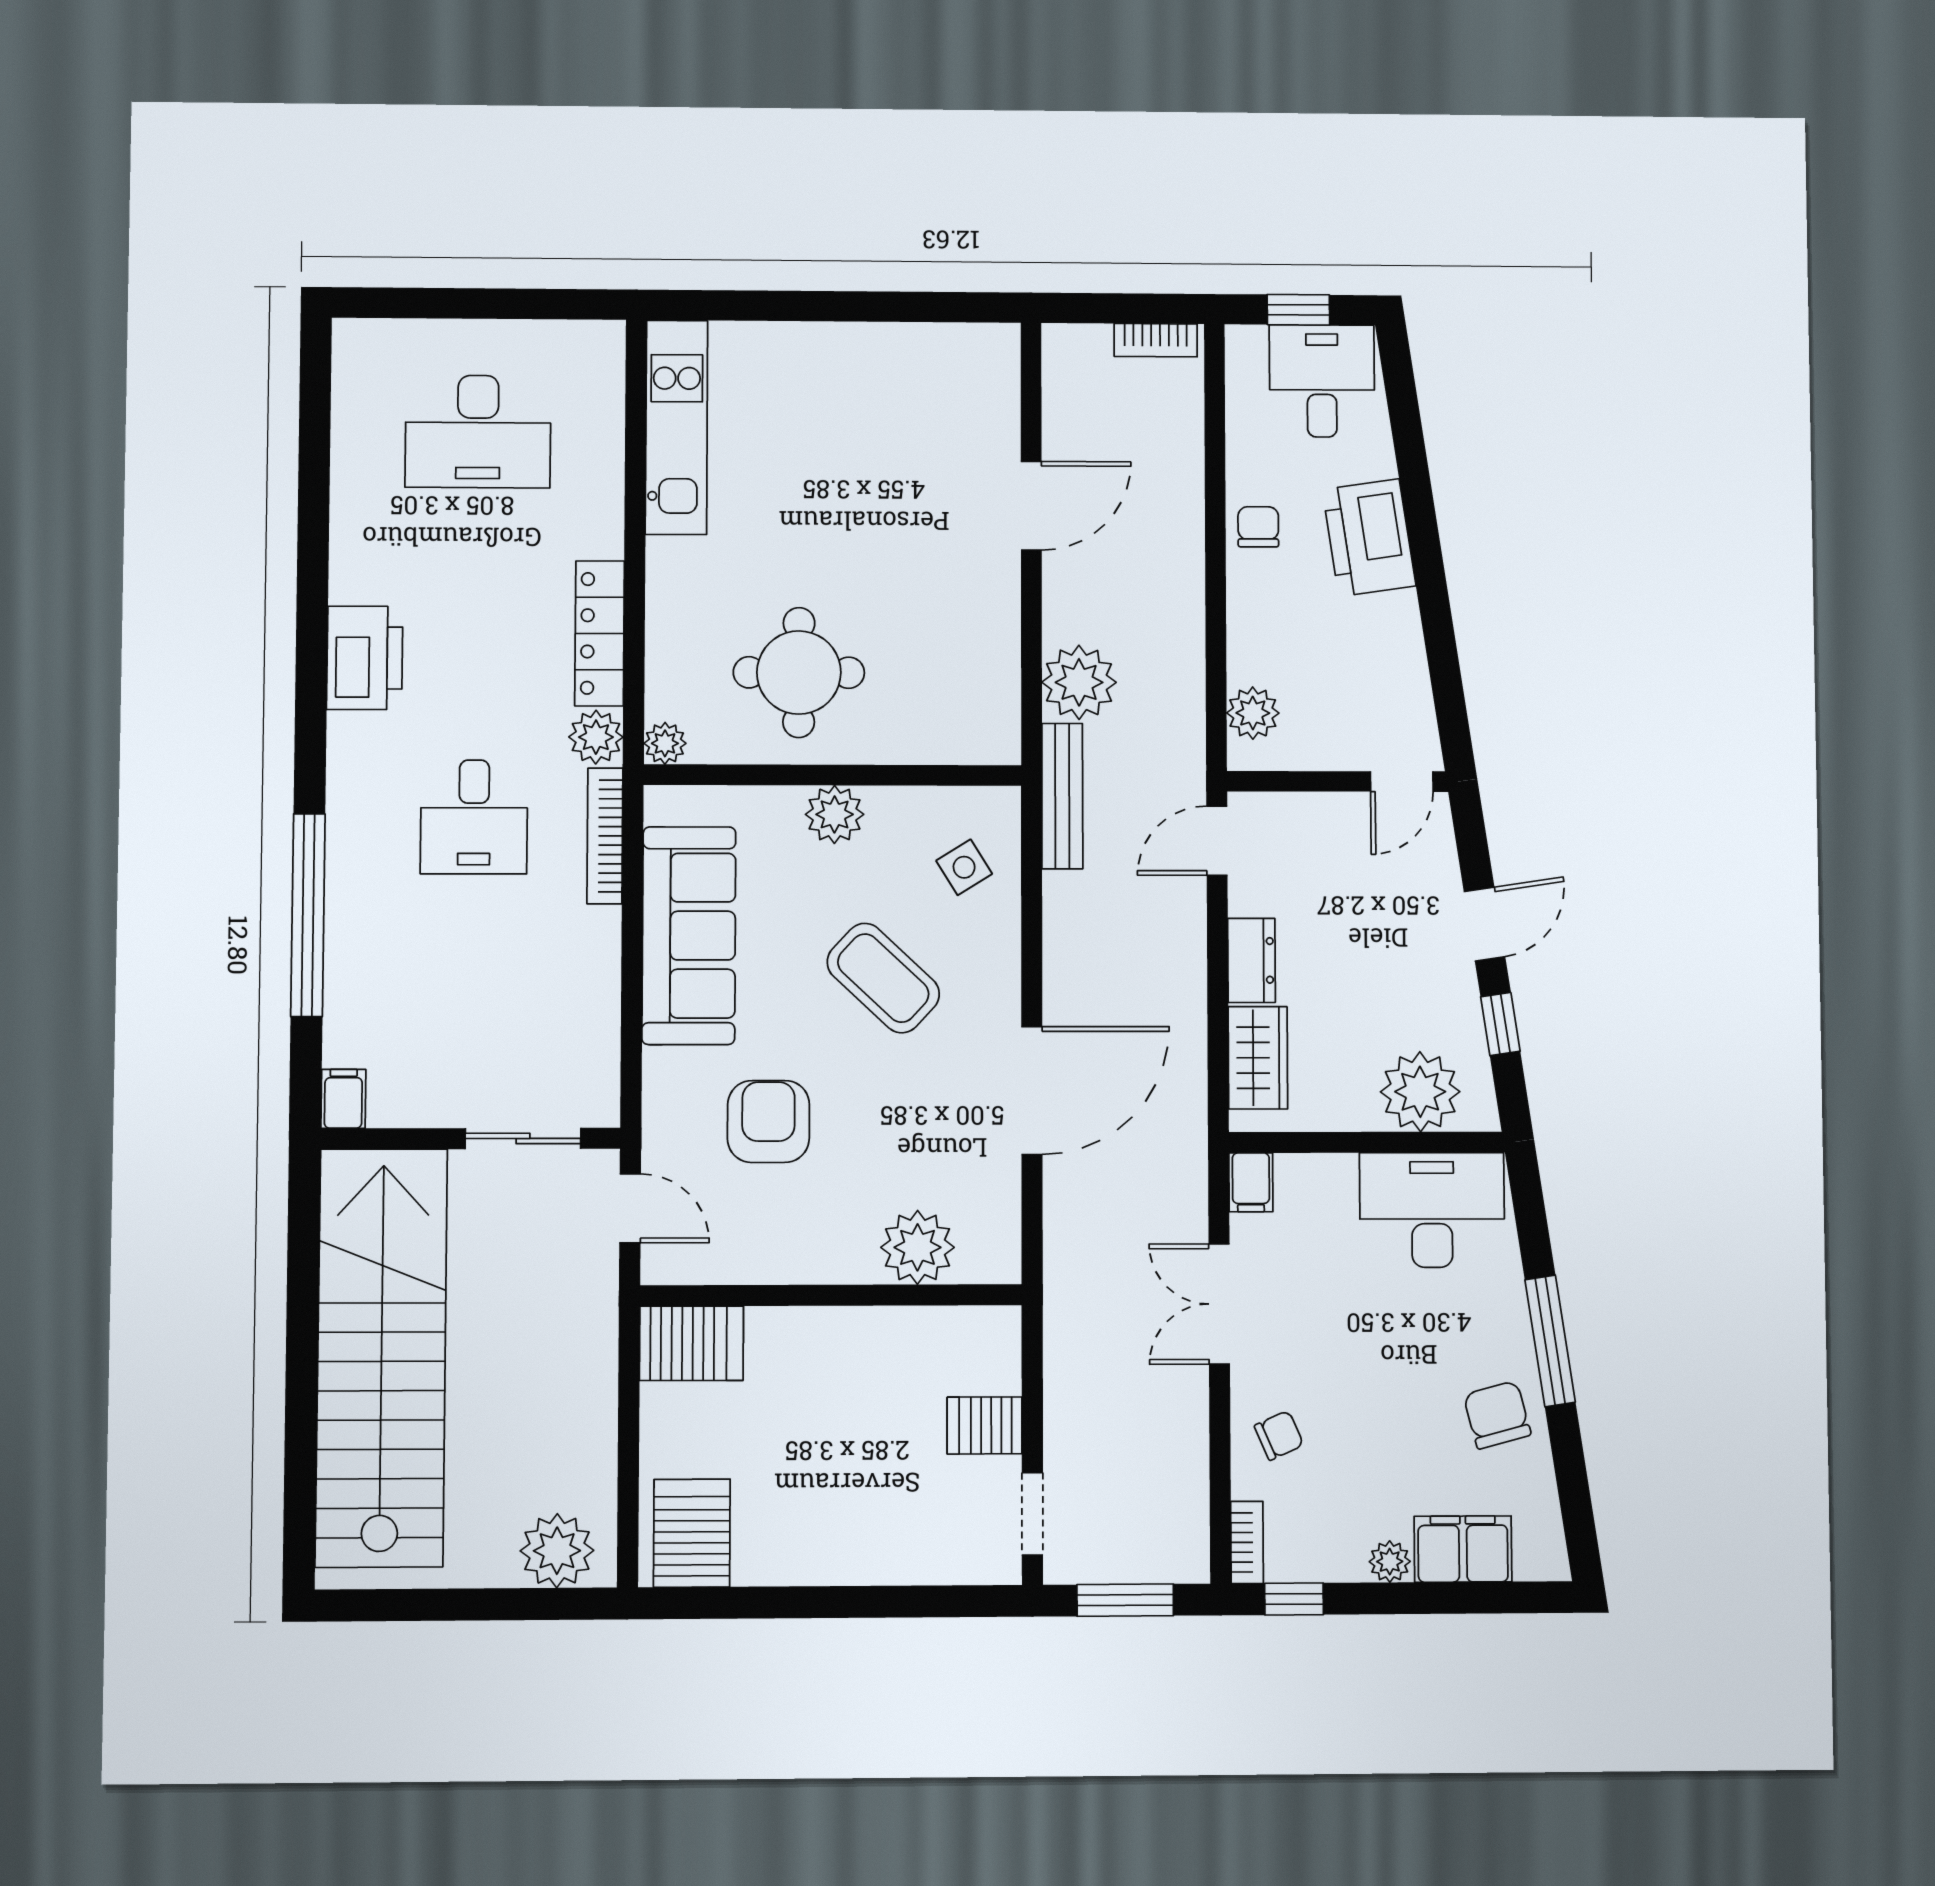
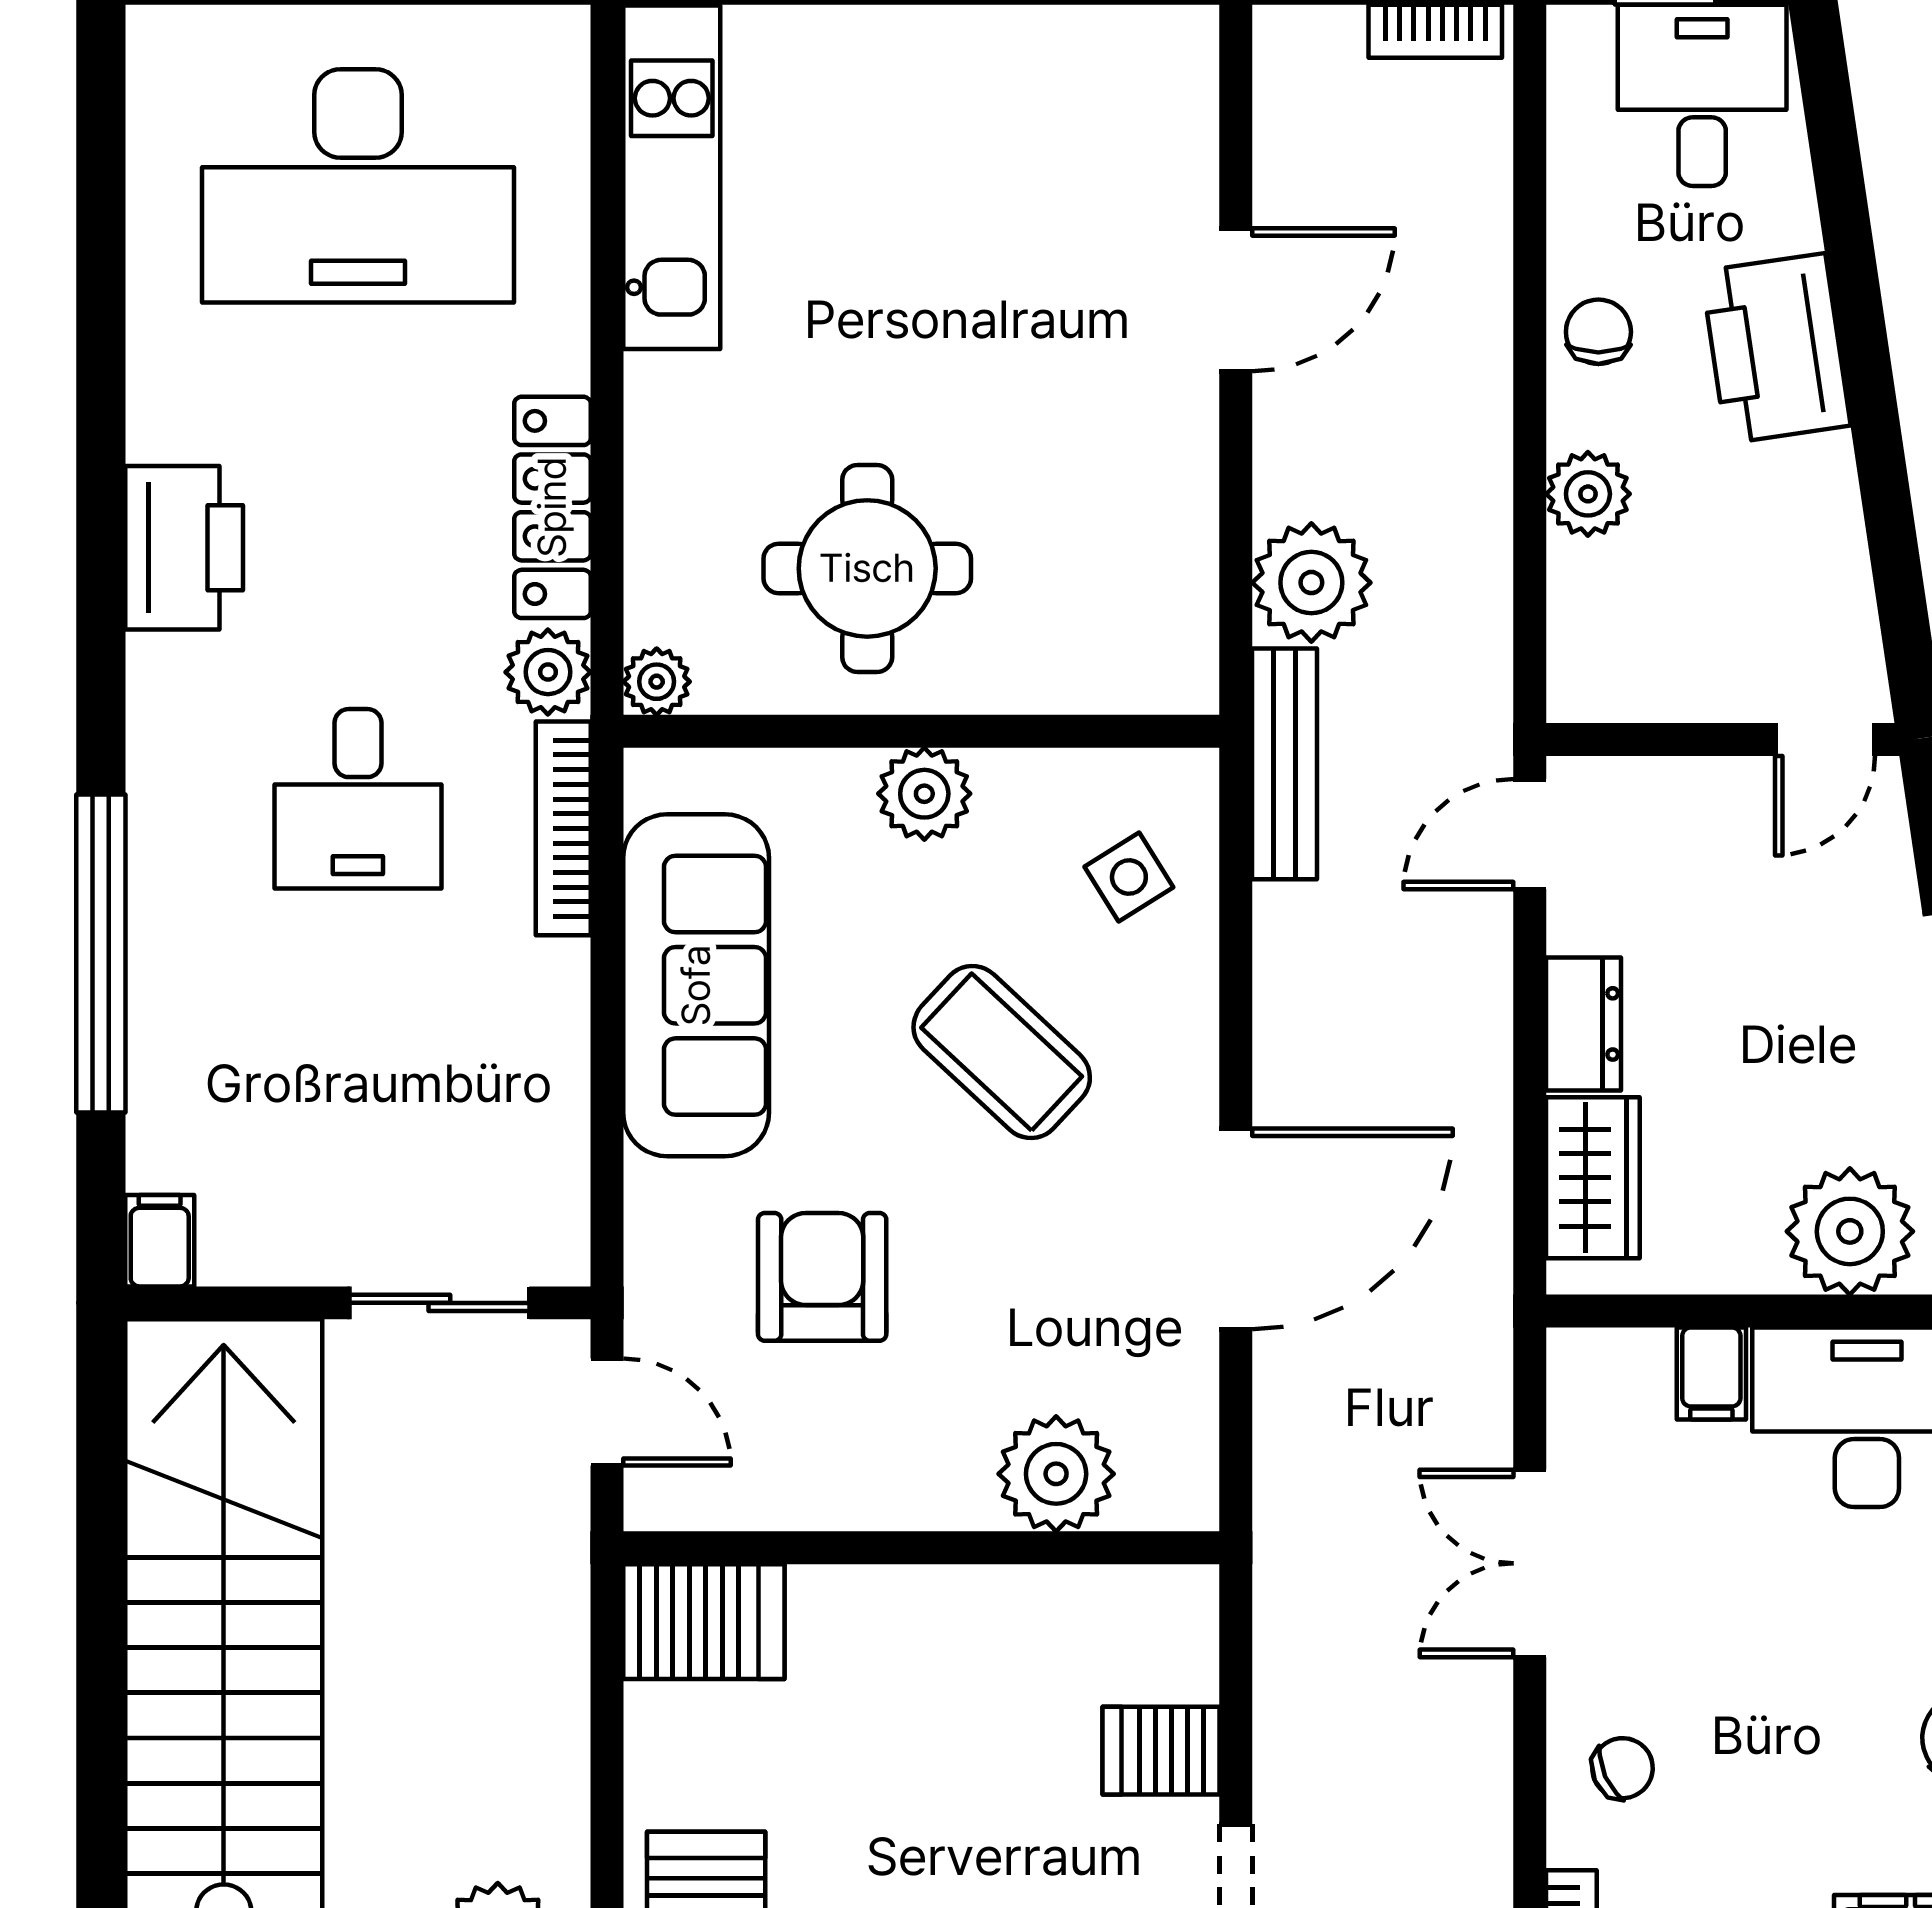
desk: (478, 432) -> (358, 186), width x1.36, depth x1.30
plant: (1253, 713) -> (1588, 494), moved
filing cabinet: (1251, 1182) -> (1711, 1373), moved

